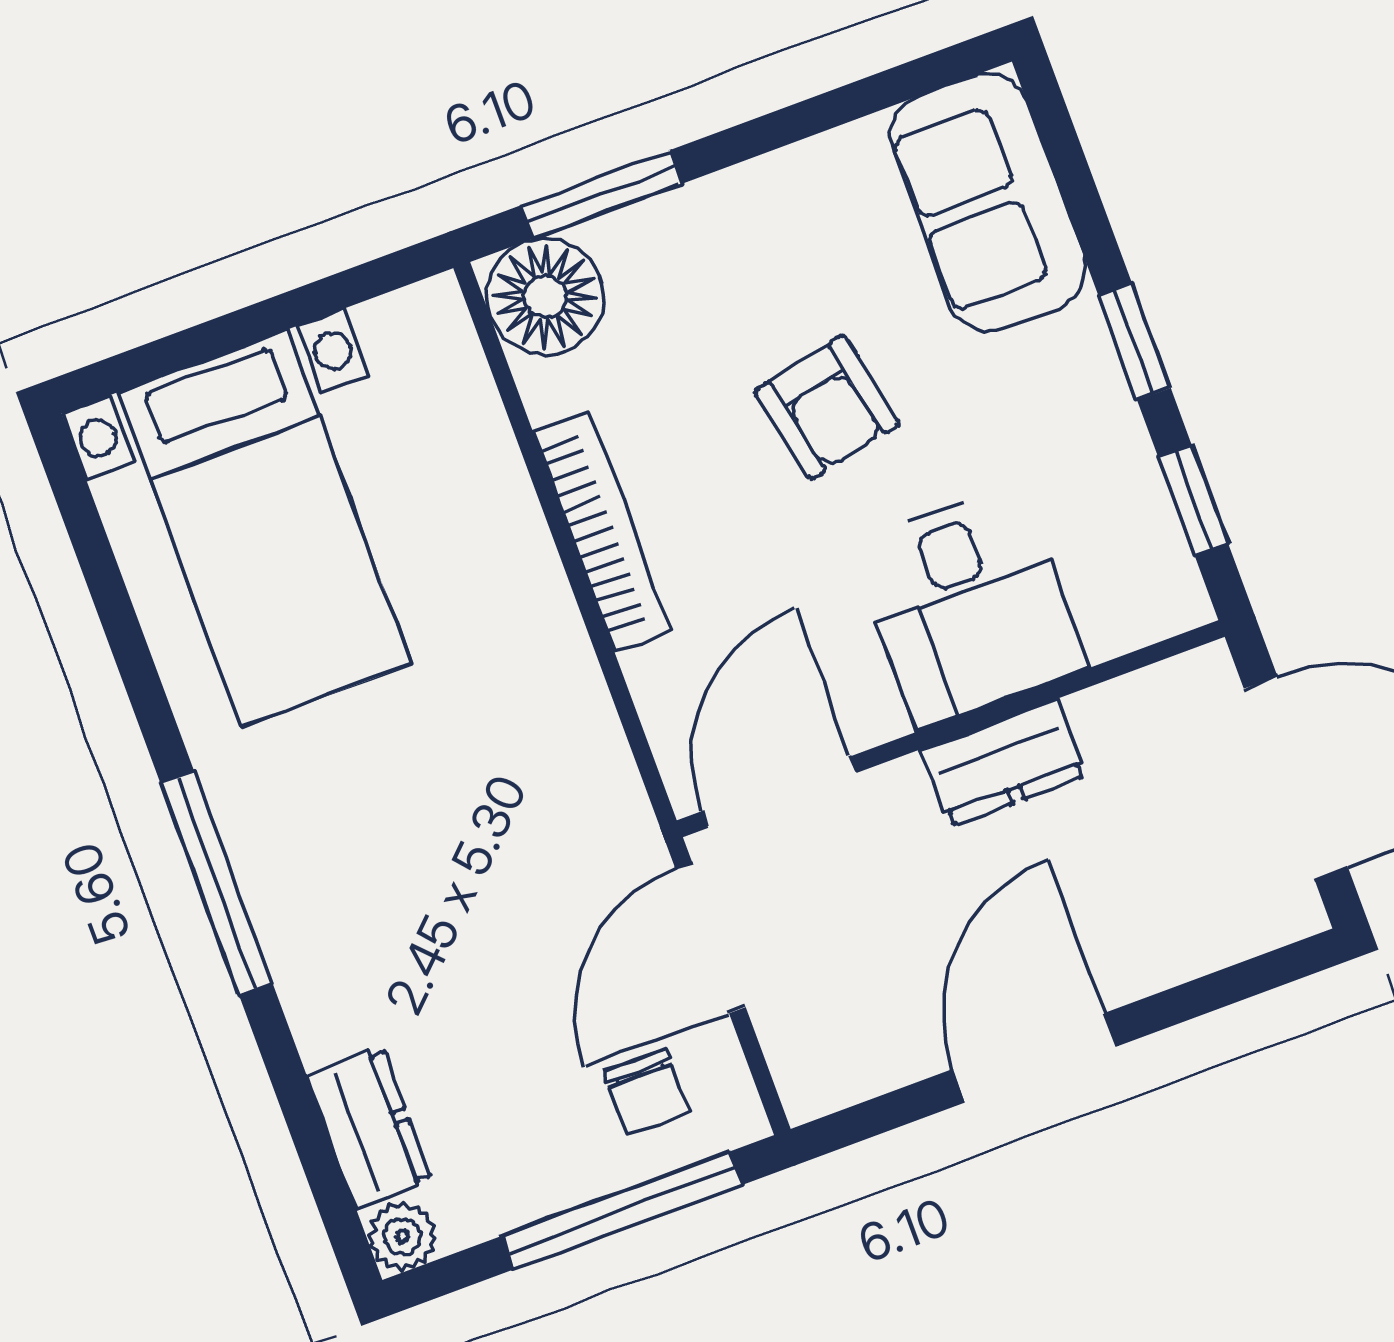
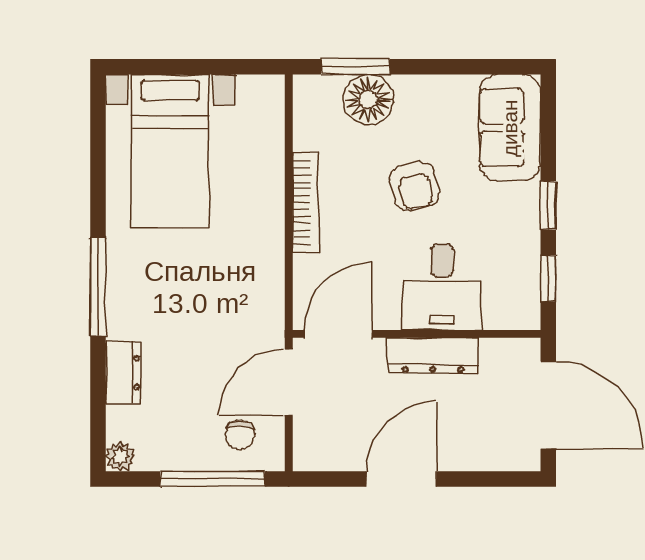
floor lamp: (545, 297) -> (368, 100), moved
dresser: (1004, 763) -> (433, 355), width x1.44
dresser: (369, 1128) -> (123, 373), moved

